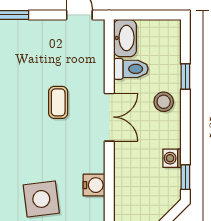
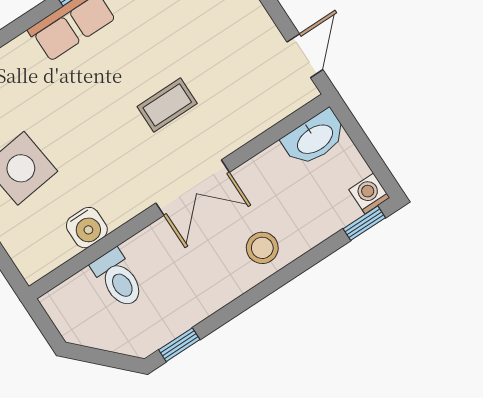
toilet: (131, 69) -> (118, 279), moved
window: (185, 77) -> (364, 223), moved
washing machine: (172, 158) -> (369, 194), moved

